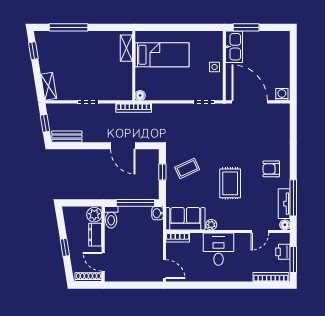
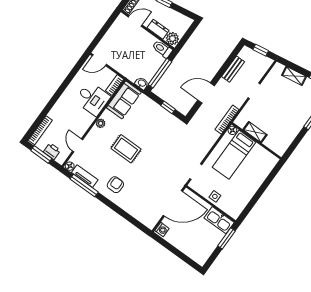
shelving: (126, 48) -> (255, 132), moved
bed: (162, 55) -> (234, 155), moved
shelving: (49, 86) -> (294, 76), moved
bench: (67, 137) -> (233, 69), moved
coffee table: (187, 168) -> (158, 126), removed
plant: (211, 225) -> (101, 123), moved
desk: (219, 249) -> (93, 99), moved

